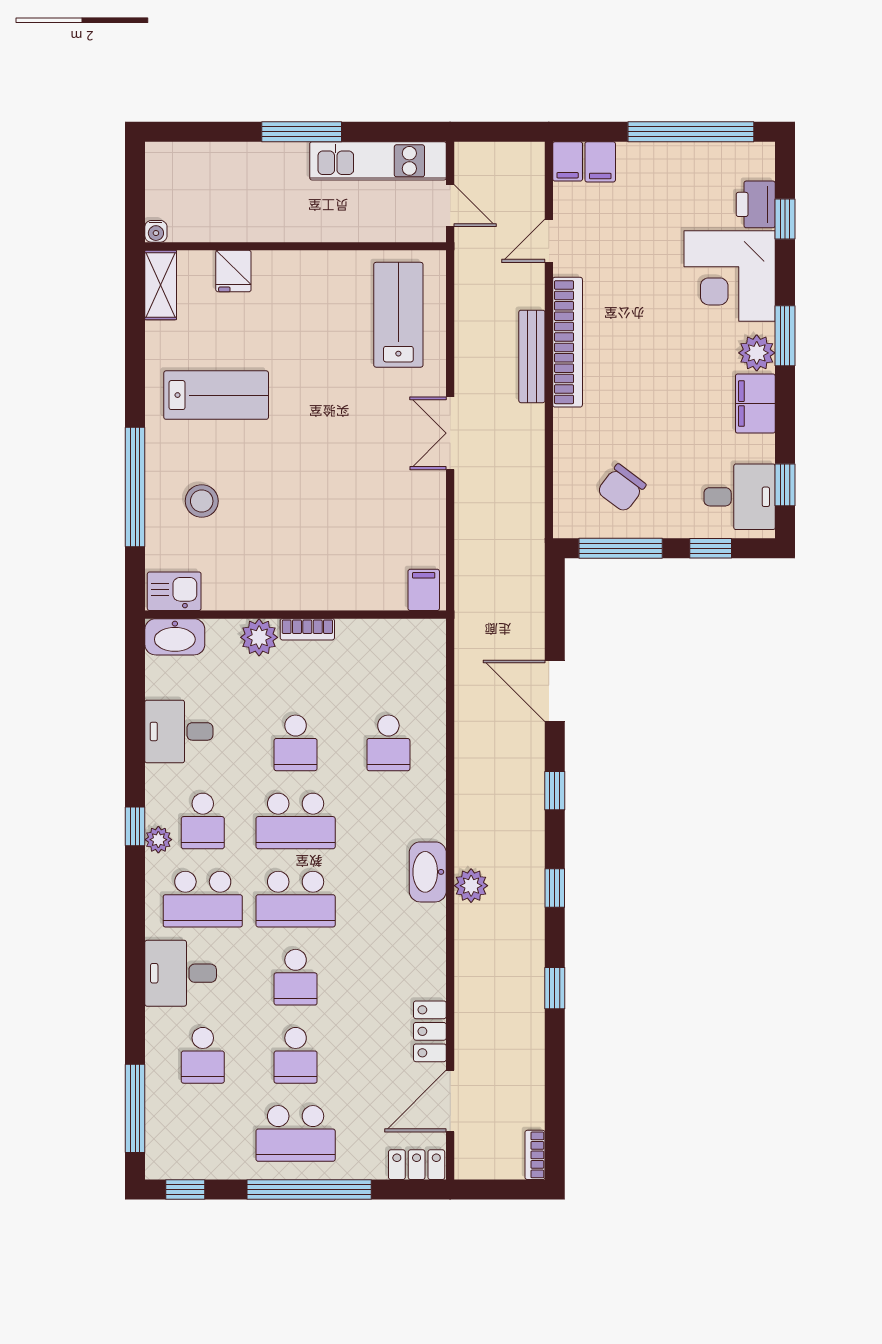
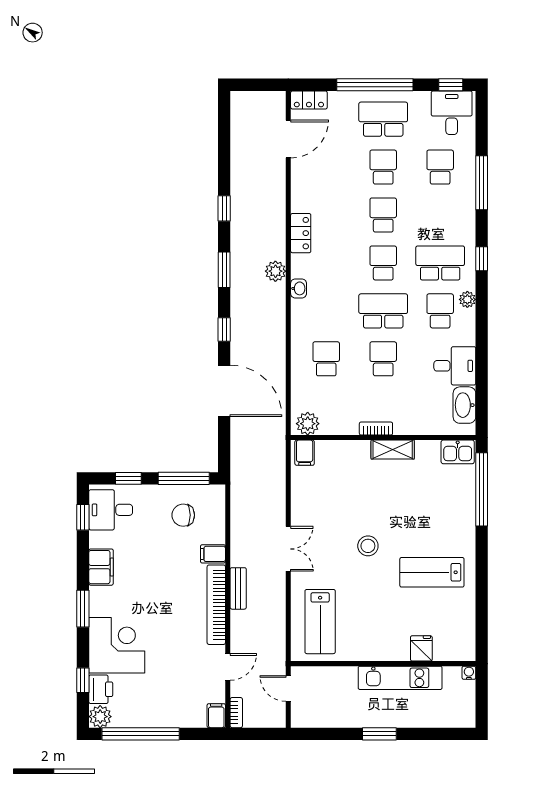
window: (302, 132) -> (379, 734), width x0.69
kitchen unit: (378, 161) -> (400, 678), moved, turned 180
filing cabinet: (600, 162) -> (213, 554), moved, turned -90
shelving: (161, 285) -> (393, 450), moved, turned 90
plant: (757, 353) -> (100, 717), moved
bench: (532, 356) -> (238, 588), width x0.73
window: (135, 487) -> (482, 489), moved
chair: (621, 488) -> (183, 515), turned -127
stool: (202, 501) -> (368, 546), moved
washbasin: (175, 637) -> (464, 405), moved, turned -90
plant: (259, 637) -> (308, 424), moved
door: (555, 691) -> (224, 391), width x1.36
window: (135, 826) -> (482, 259), moved
washbasin: (428, 872) -> (299, 288), width x0.52, depth x0.69
window: (555, 888) -> (224, 270), width x1.50
school desk: (296, 899) -> (383, 263), width x0.54
desk: (181, 973) -> (452, 113), moved, turned -90
locker: (430, 1031) -> (301, 233), moved
window: (135, 1108) -> (482, 183), moved
bookcase: (535, 1155) -> (236, 713), moved

